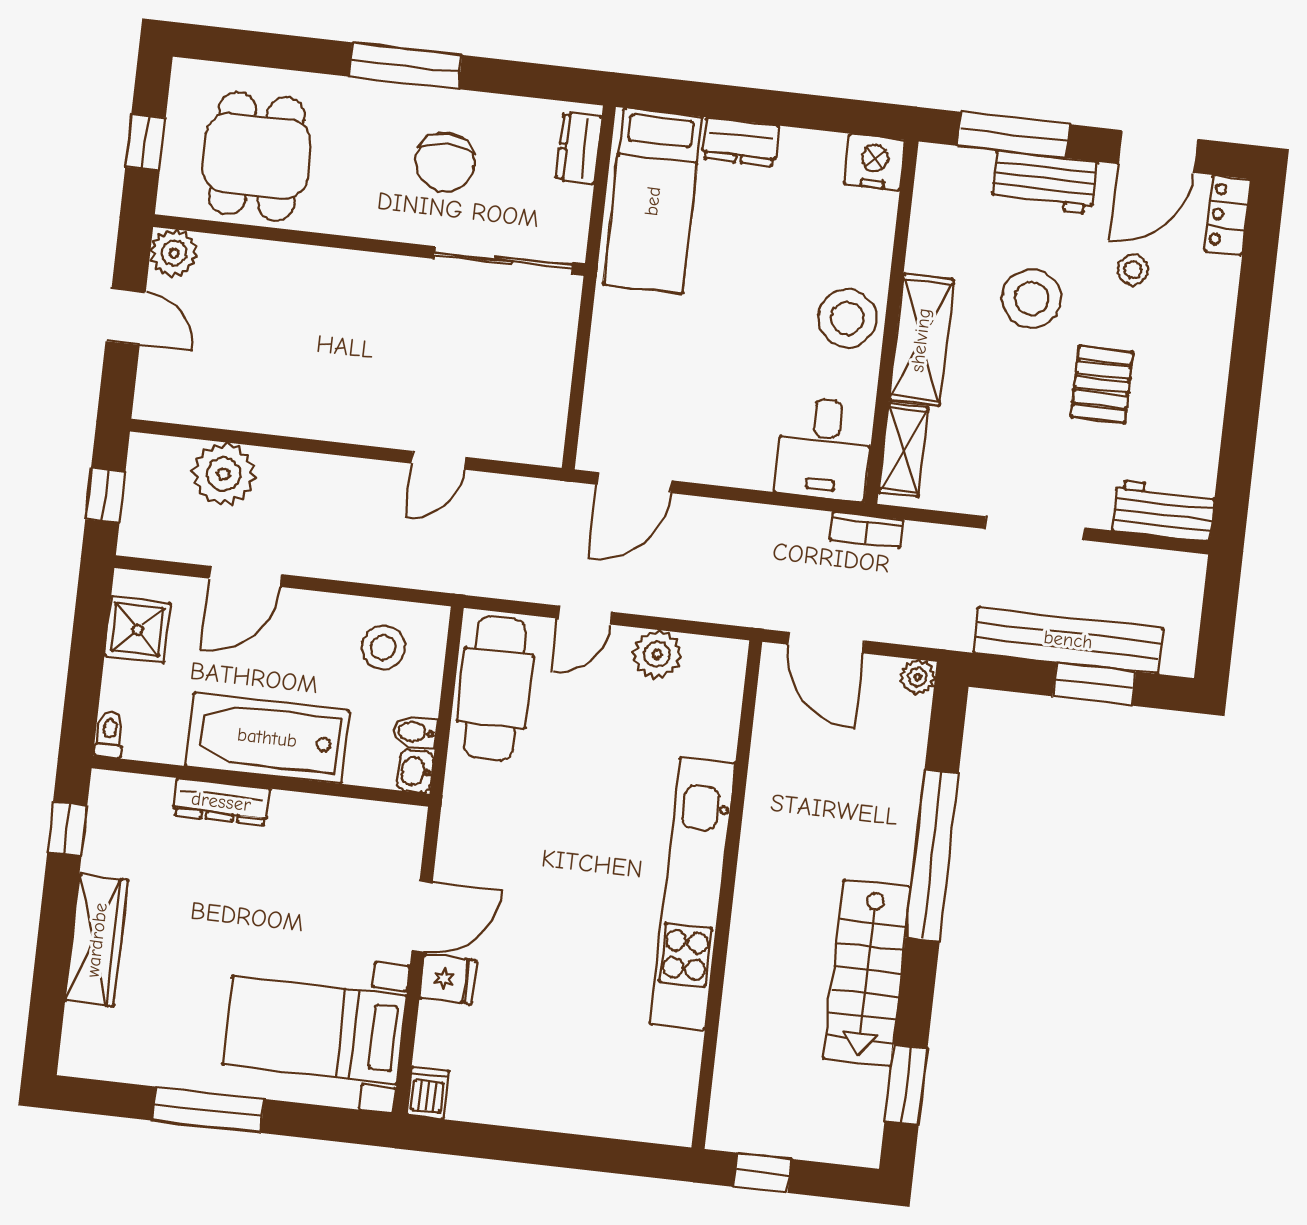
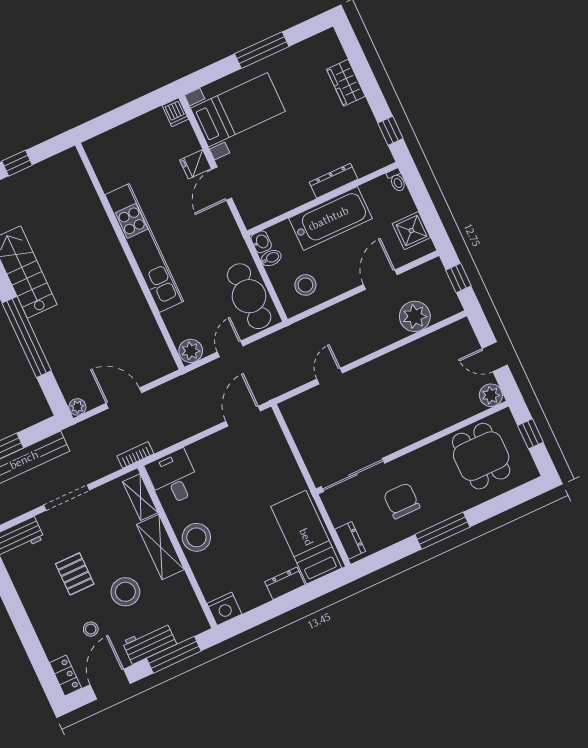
kitchen unit: (693, 894) -> (144, 248), moved
wall: (727, 895) -> (130, 256), moved
wardrobe: (97, 940) -> (346, 83), width x0.67

